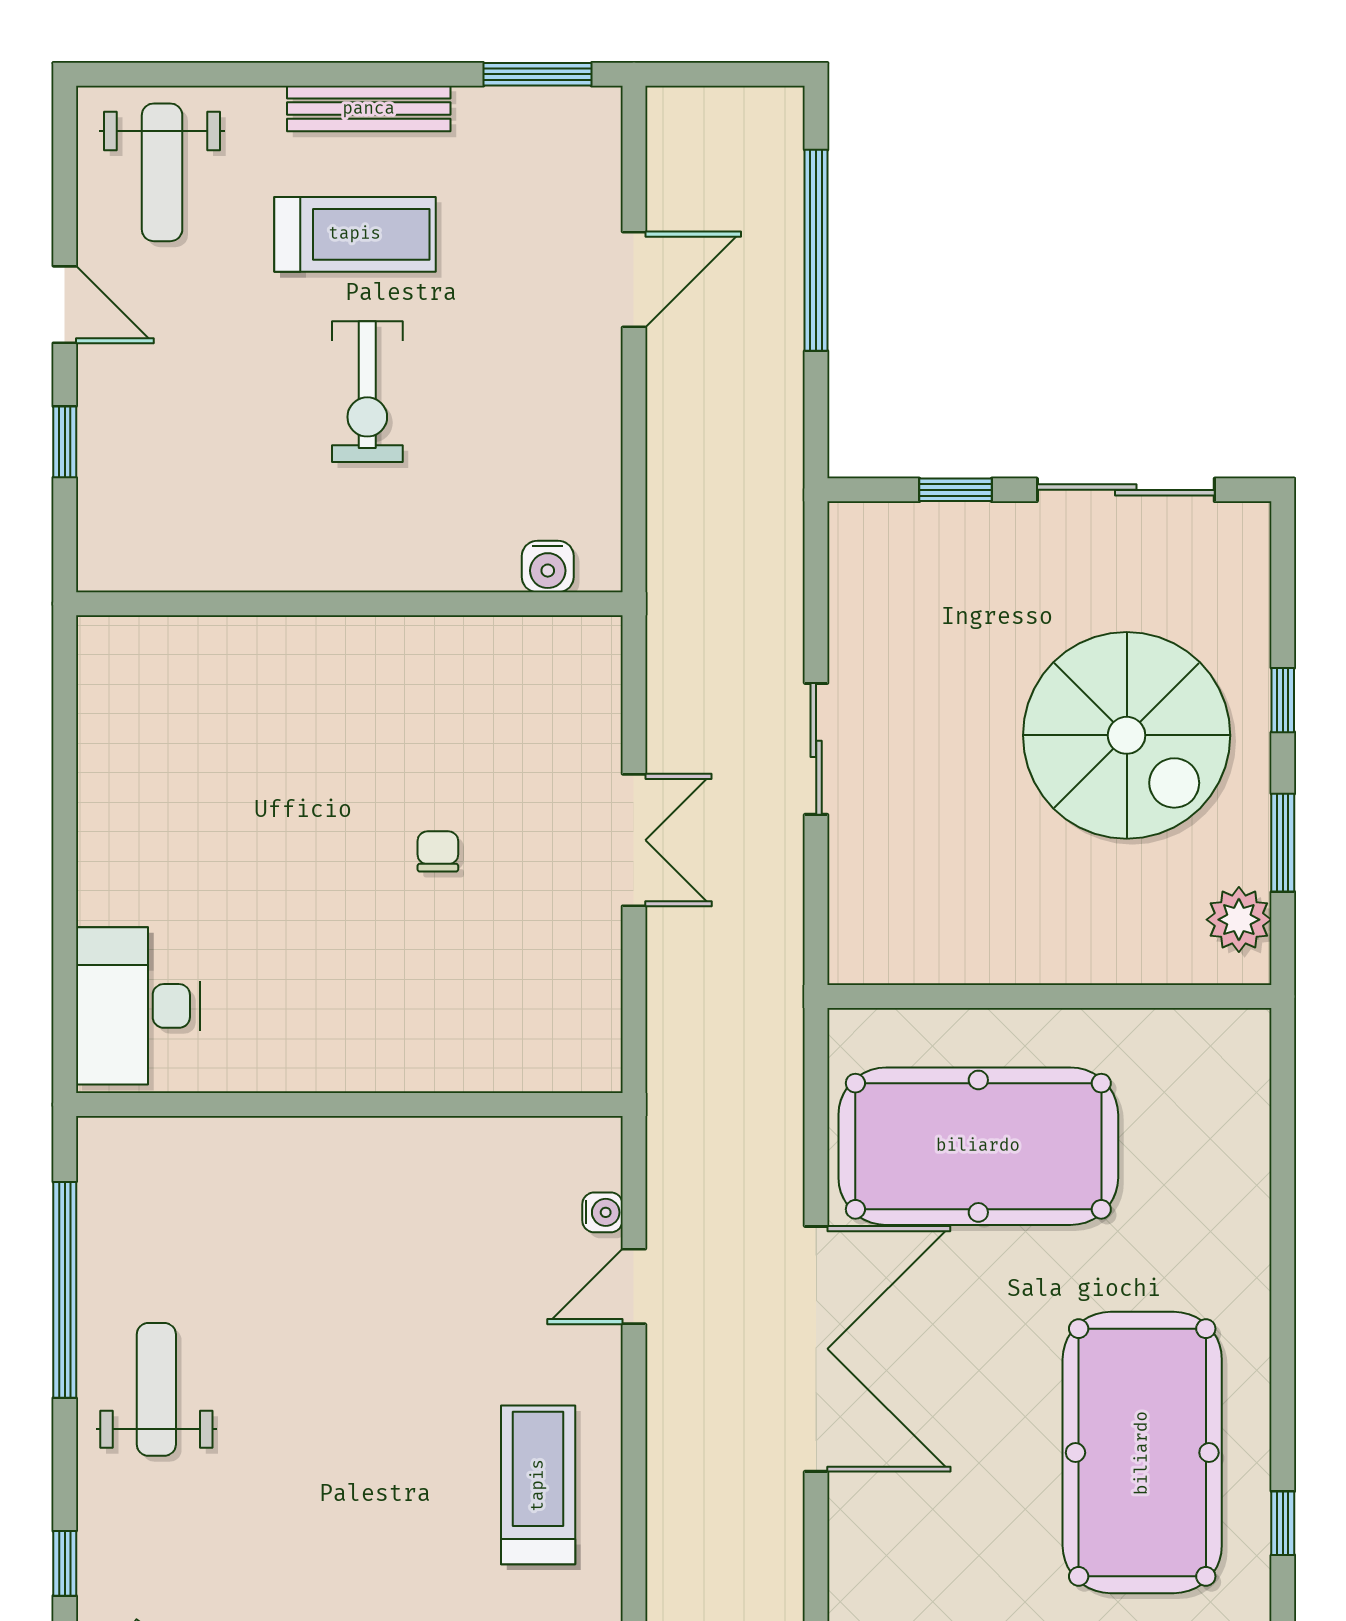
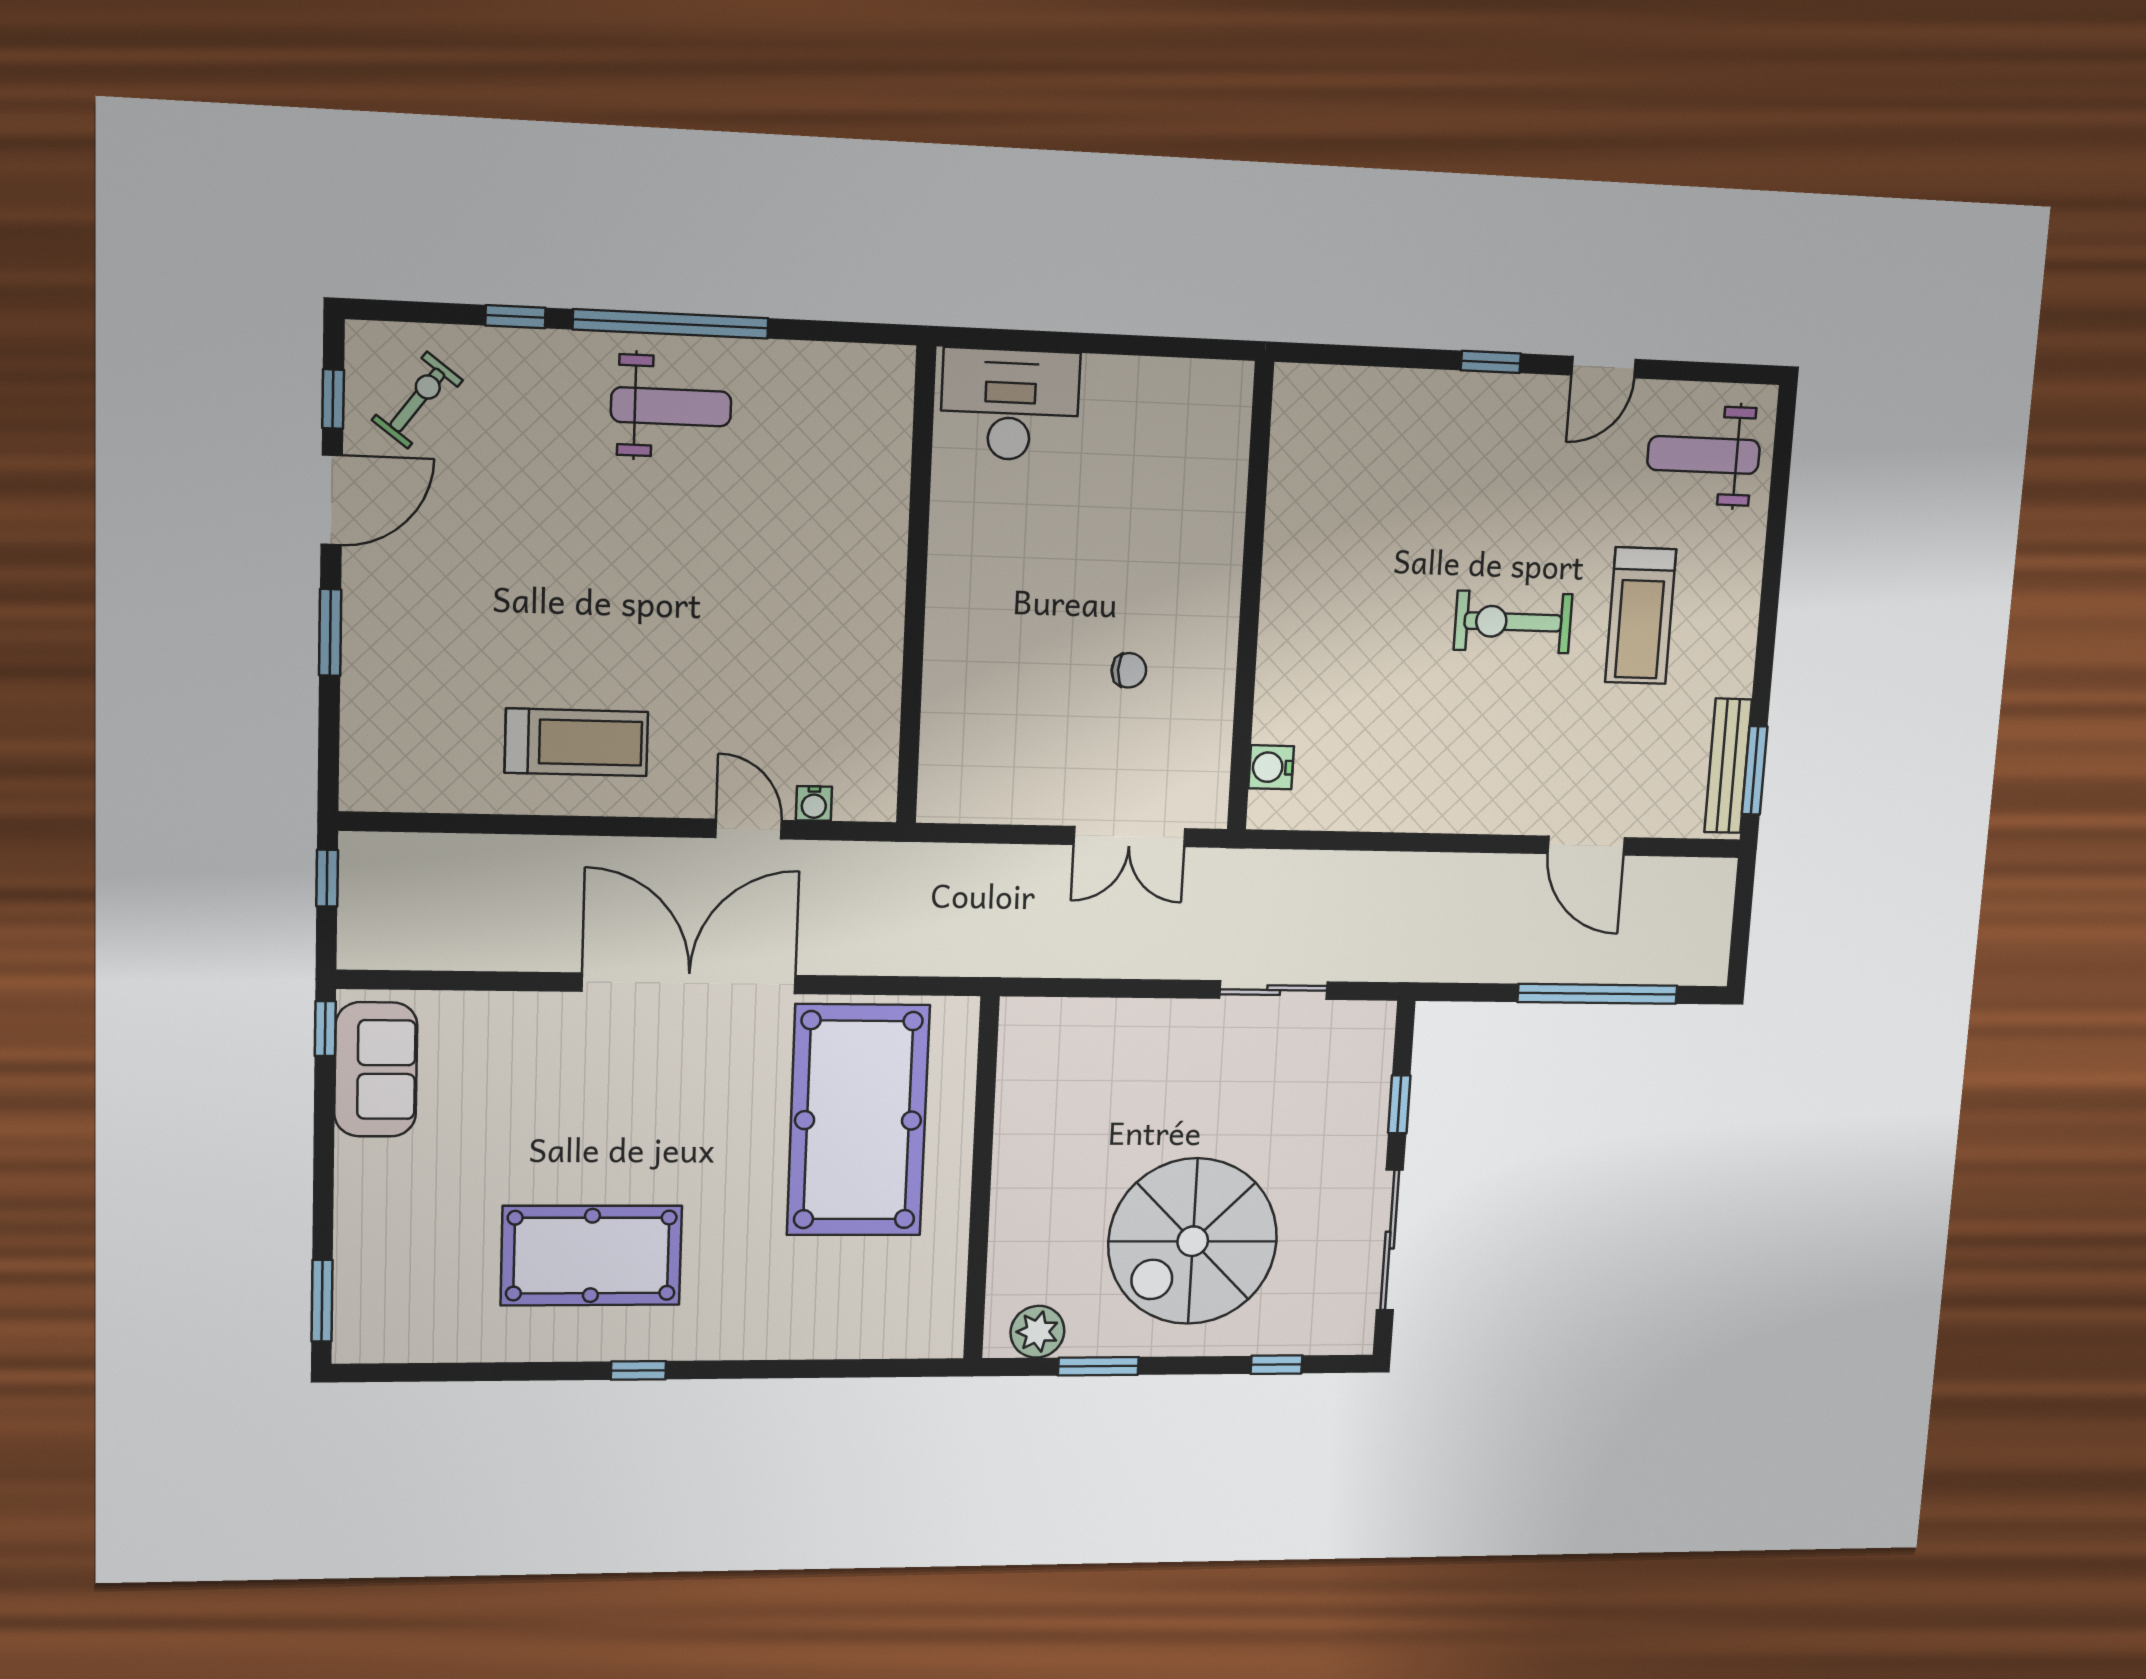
bench: (369, 109) -> (1728, 766), moved
water cooler: (548, 566) -> (1271, 767), moved
wall: (349, 604) -> (1250, 598), moved
window: (1283, 700) -> (1276, 1365), moved
sliding door: (816, 749) -> (1274, 990), moved
window: (65, 1290) -> (671, 324), moved
double door: (816, 1349) -> (689, 983), swing flipped
pool table: (1142, 1453) -> (591, 1255), width x0.73, depth x0.76
window: (1283, 1523) -> (638, 1370), moved

